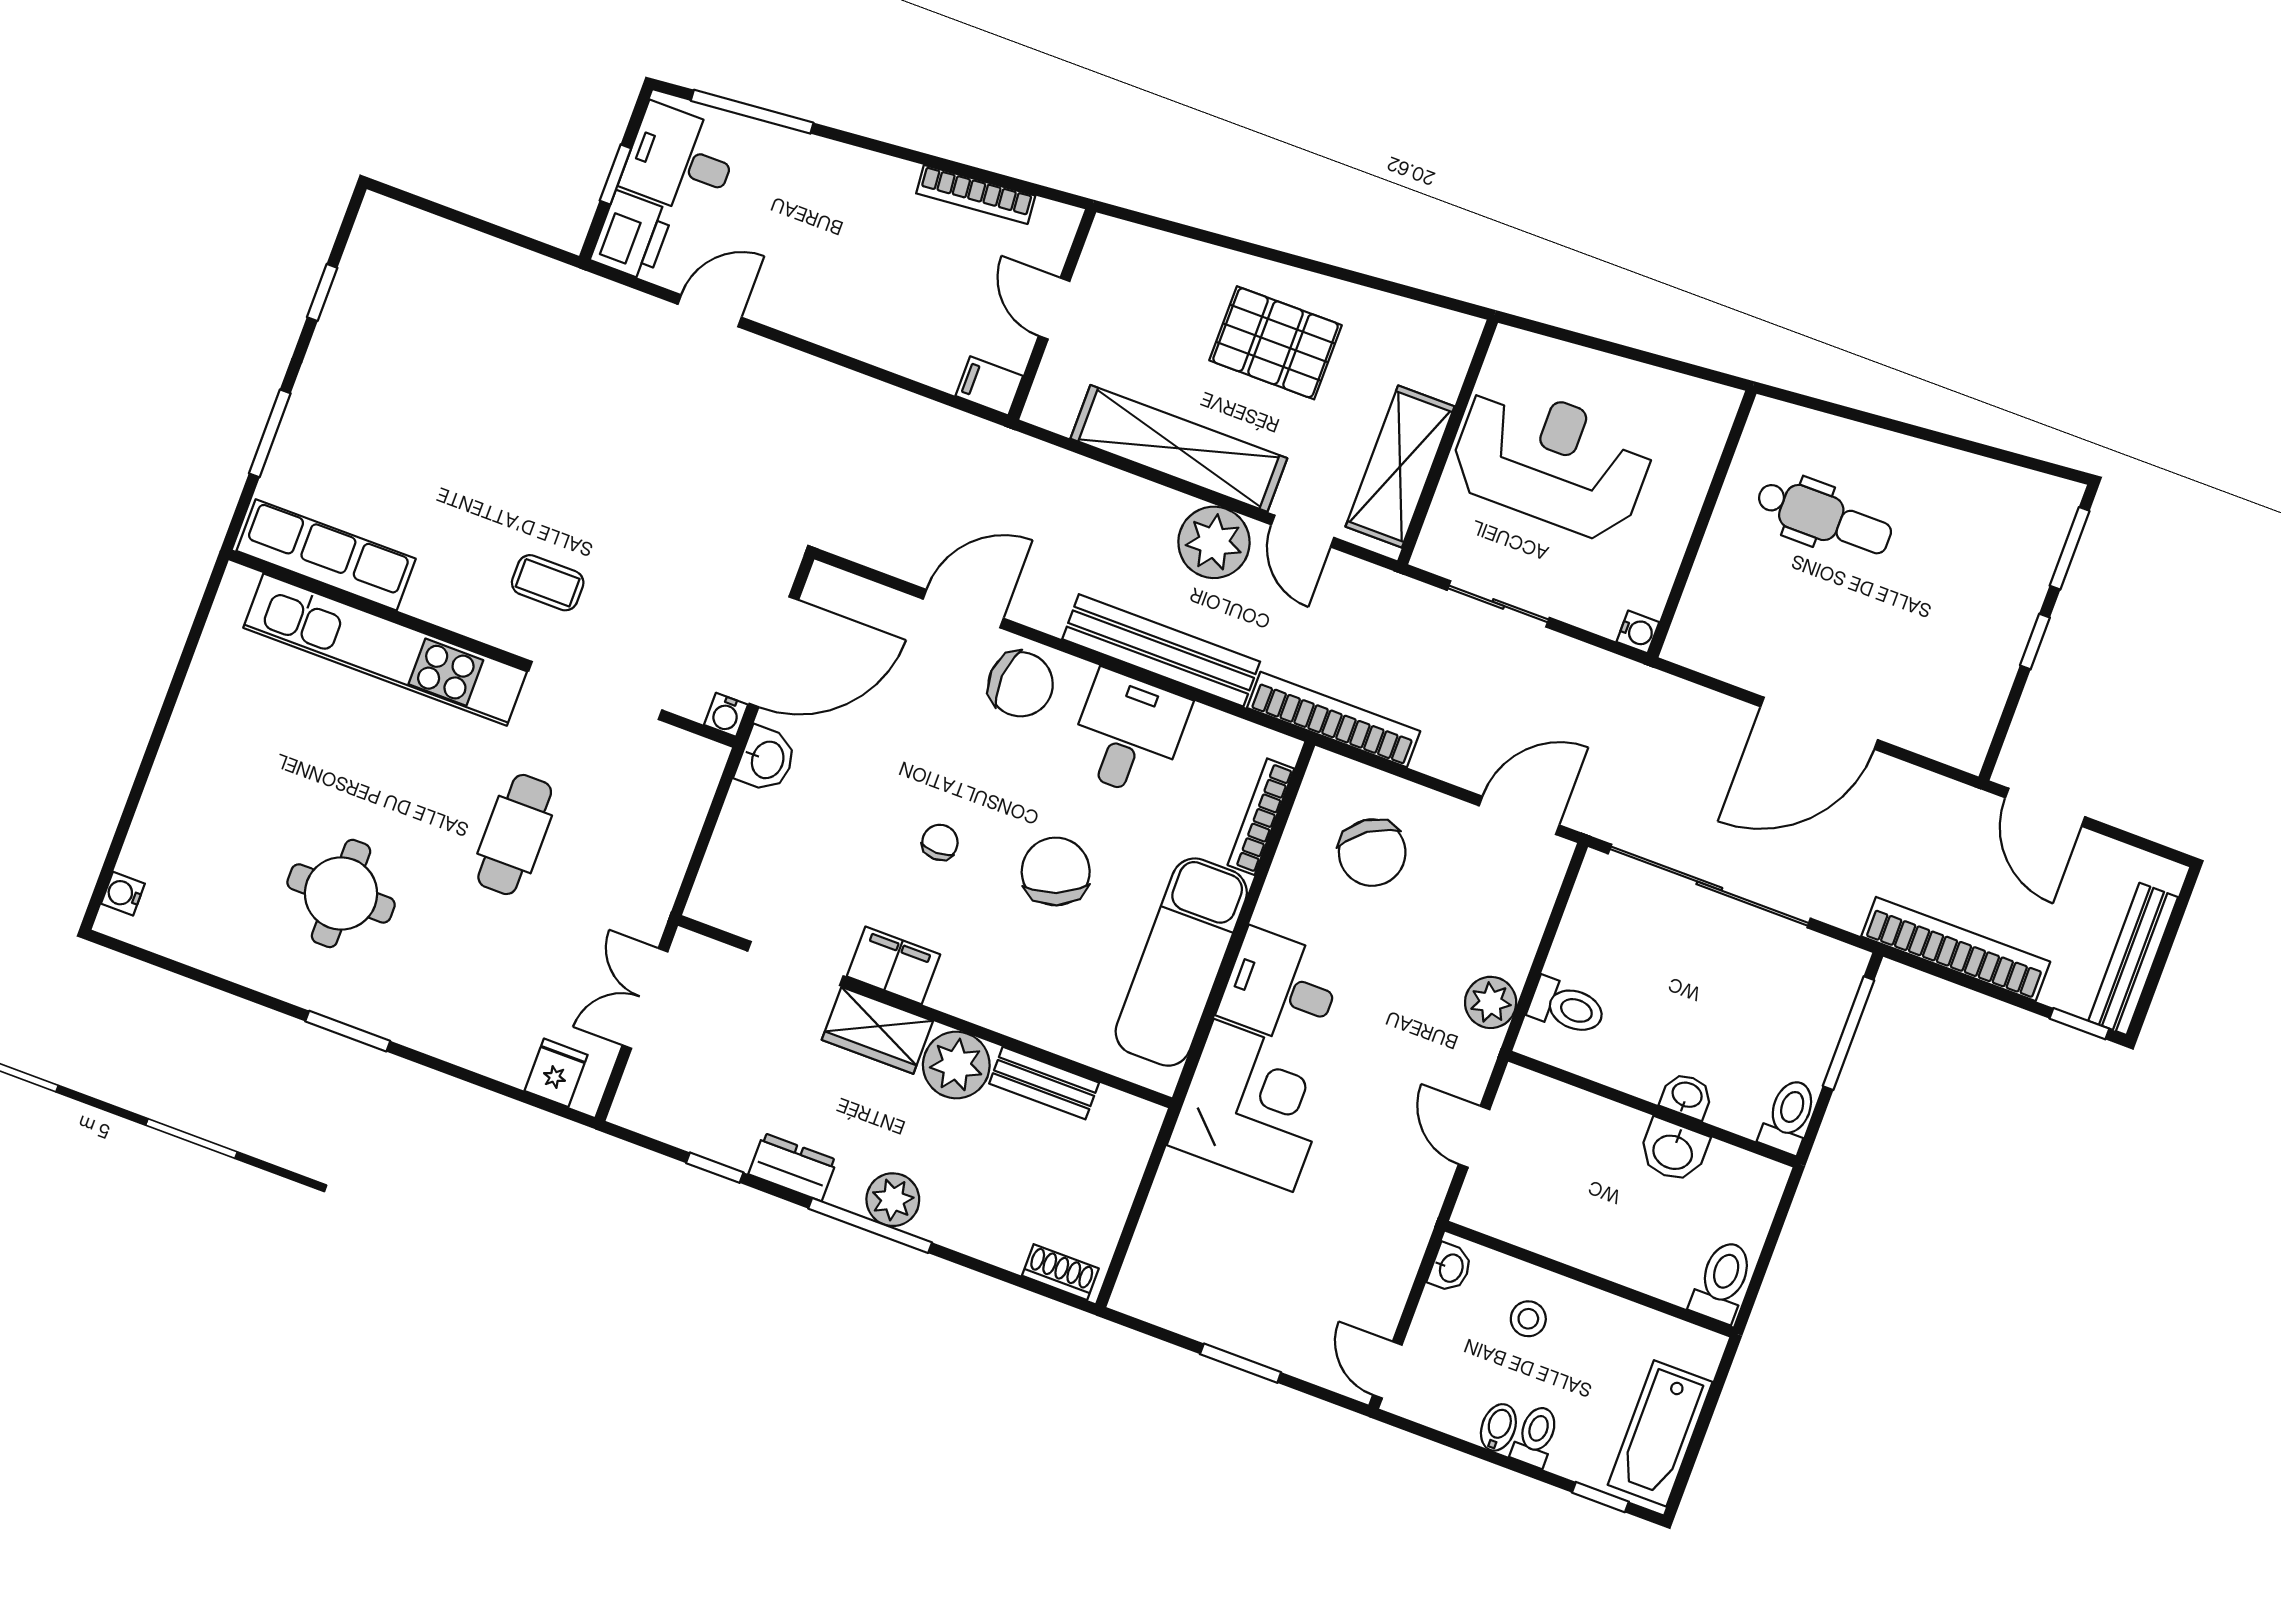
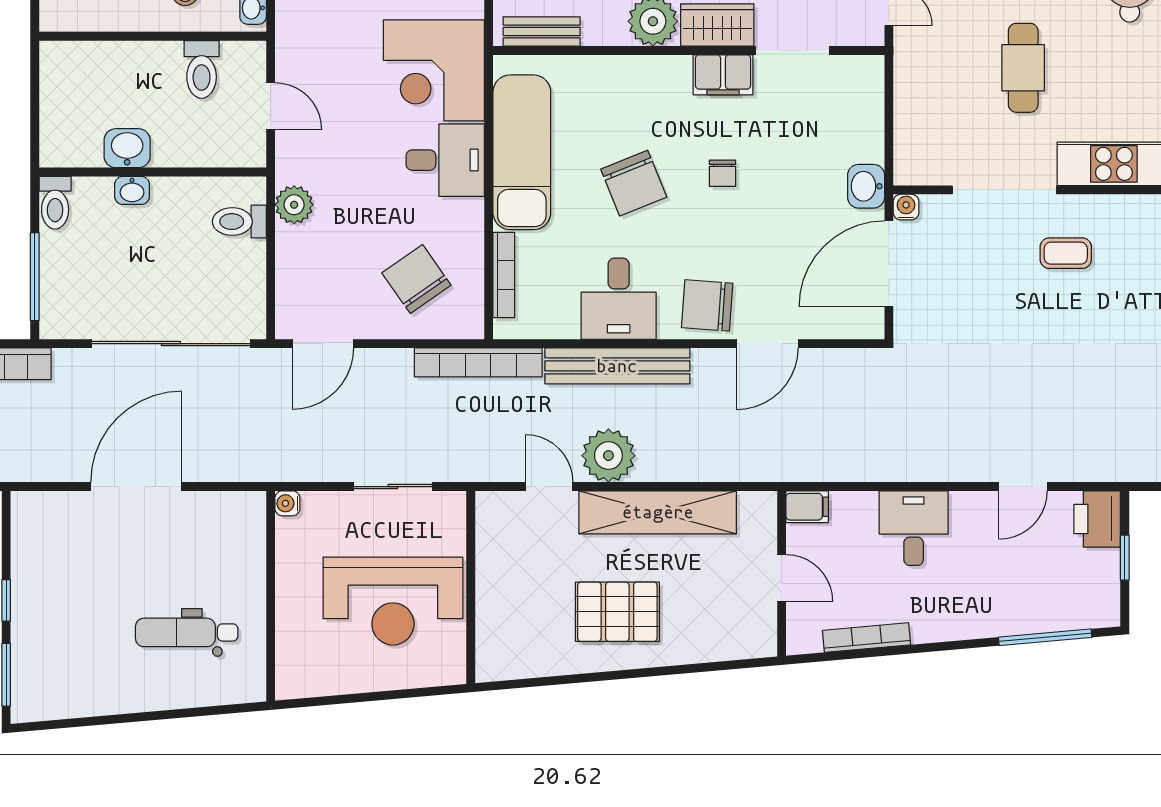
desk: (680, 160) -> (914, 528), moved, turned -90
shelving: (1400, 467) -> (498, 557), removed
bench: (1044, 1083) -> (542, 32), moved
toilet: (1722, 1281) -> (202, 69), moved

